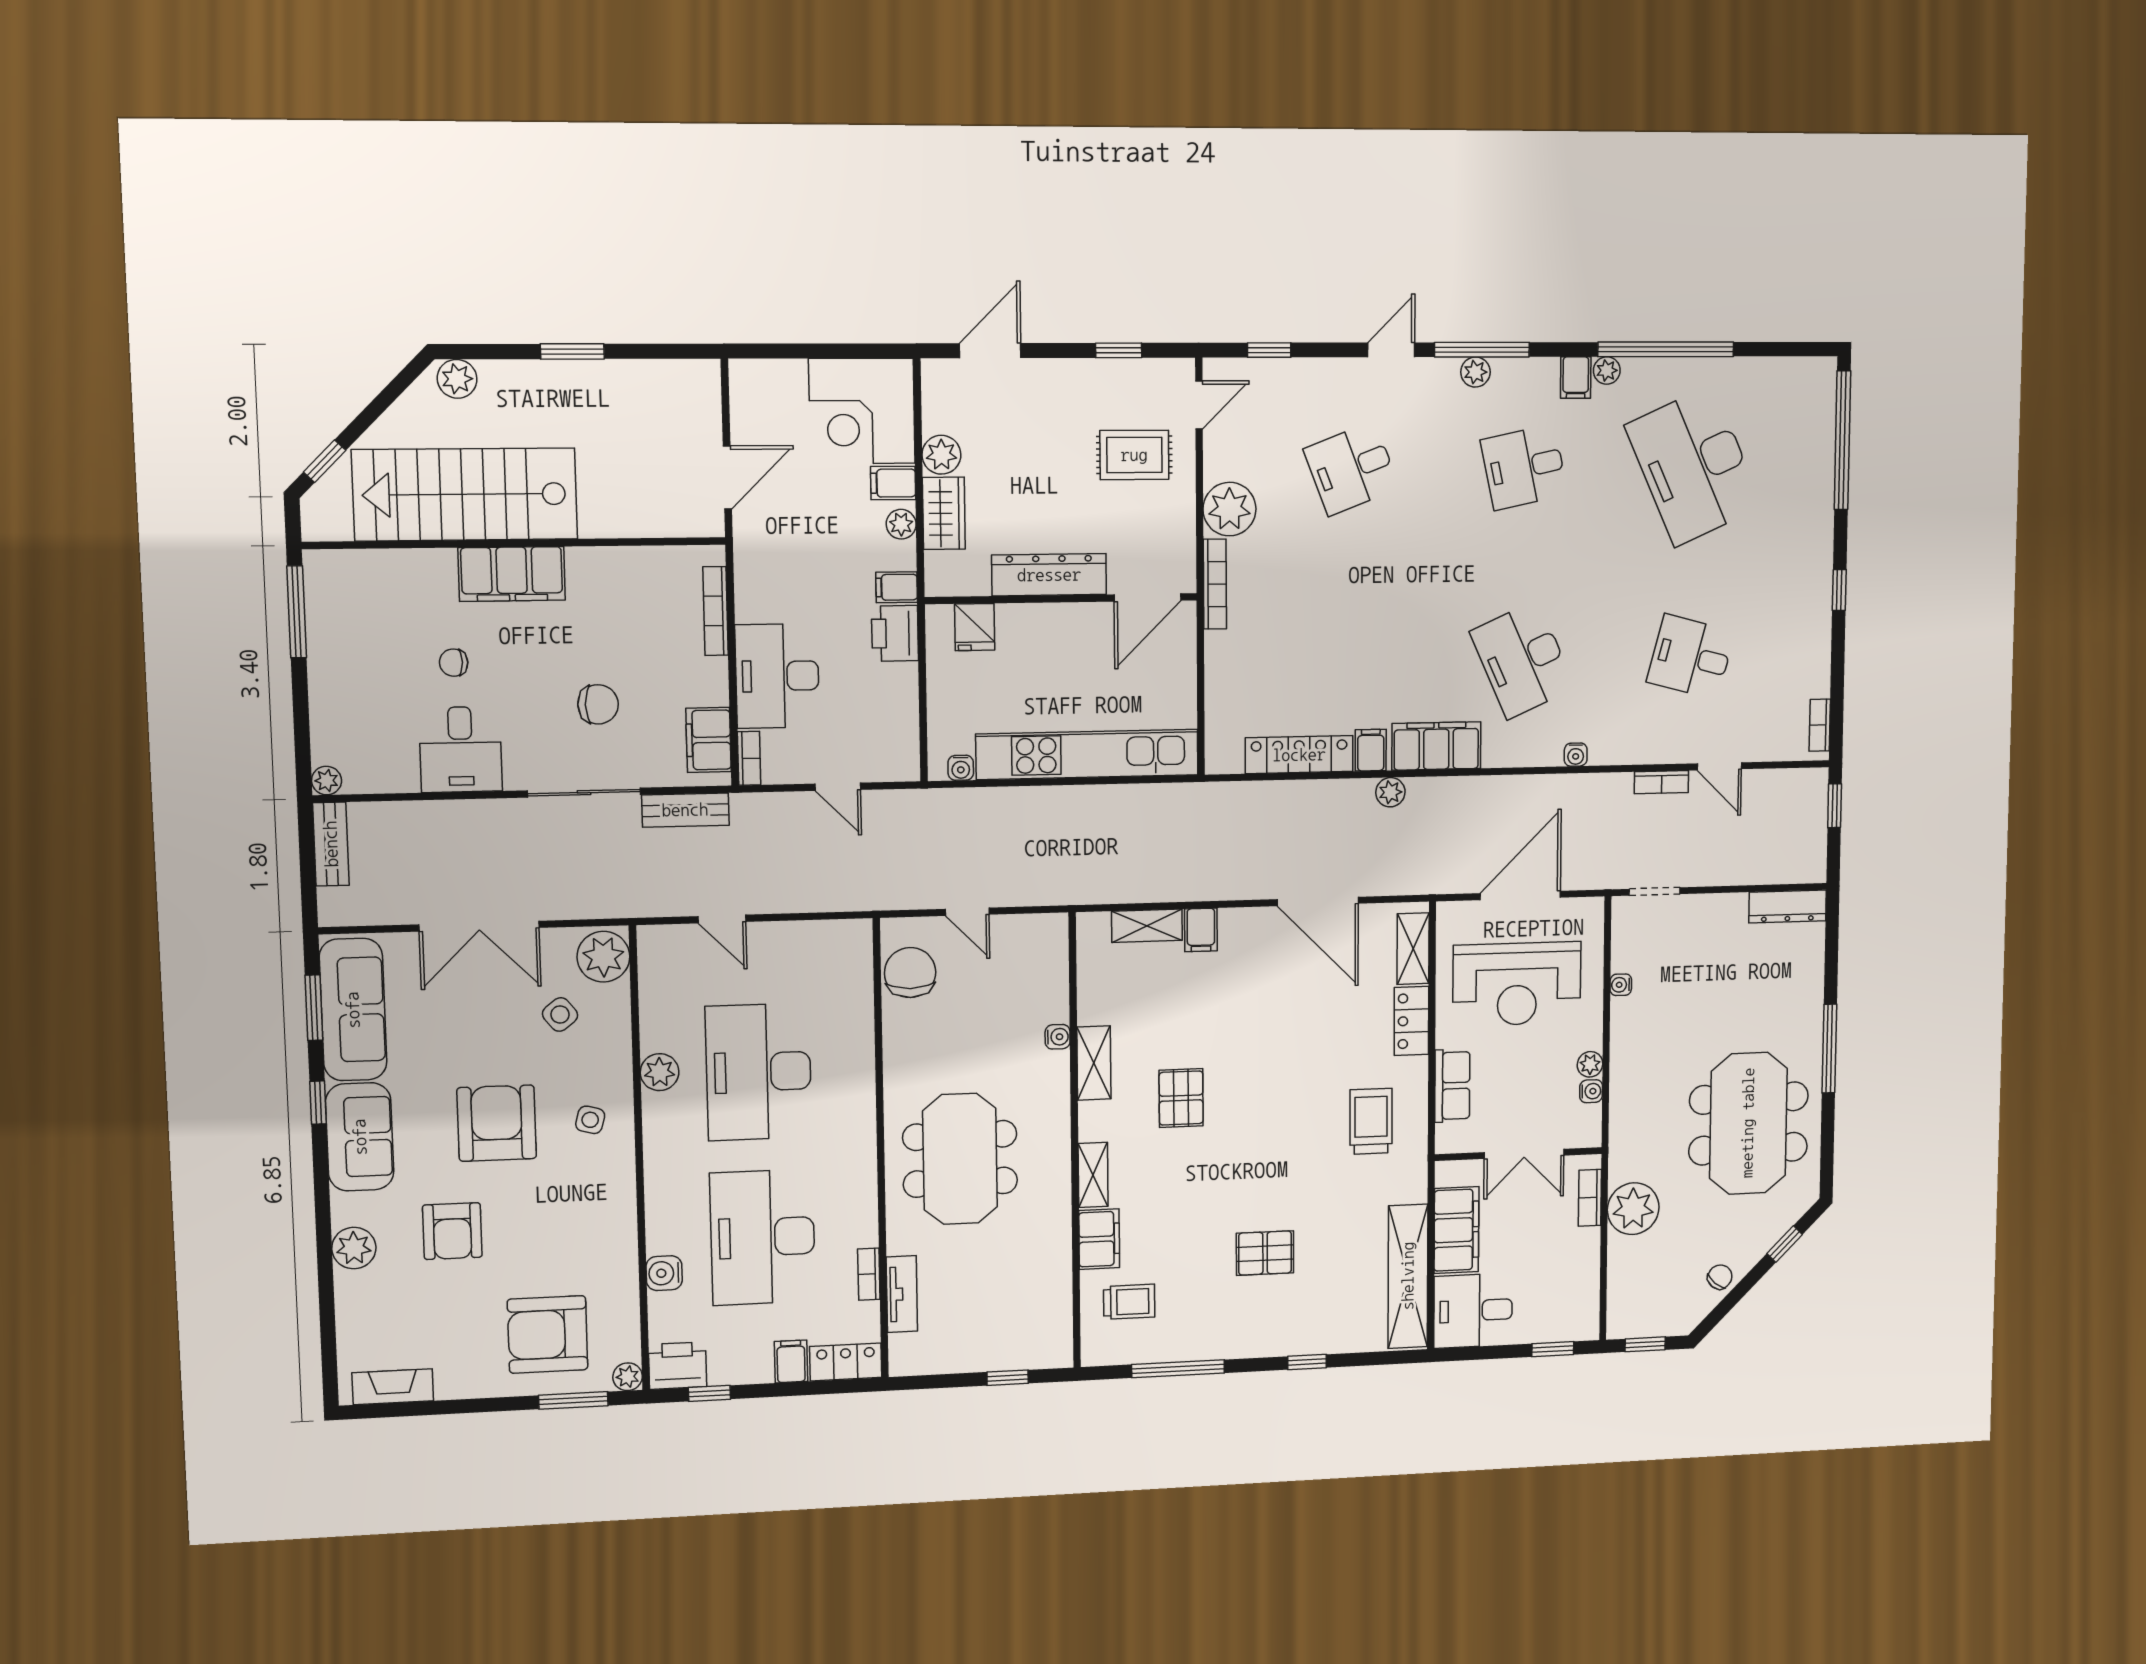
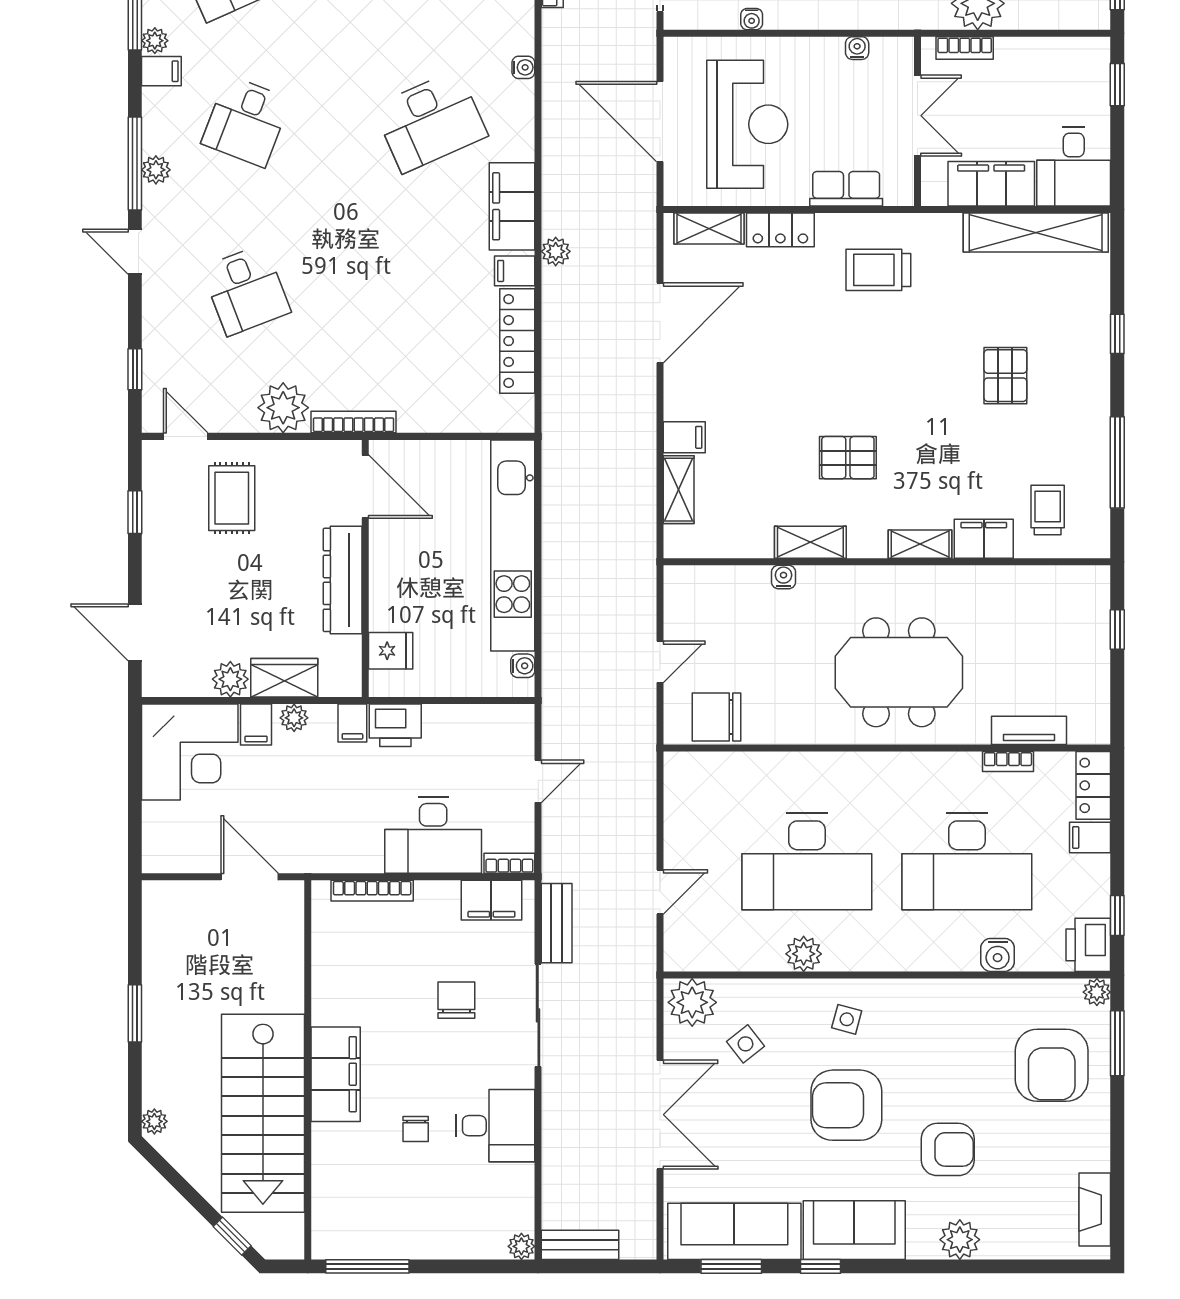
plant: (457, 379) -> (154, 1121), width x0.73, depth x0.73
desk: (1524, 467) -> (246, 121), turned 33
plant: (1590, 1064) -> (830, 50), removed

